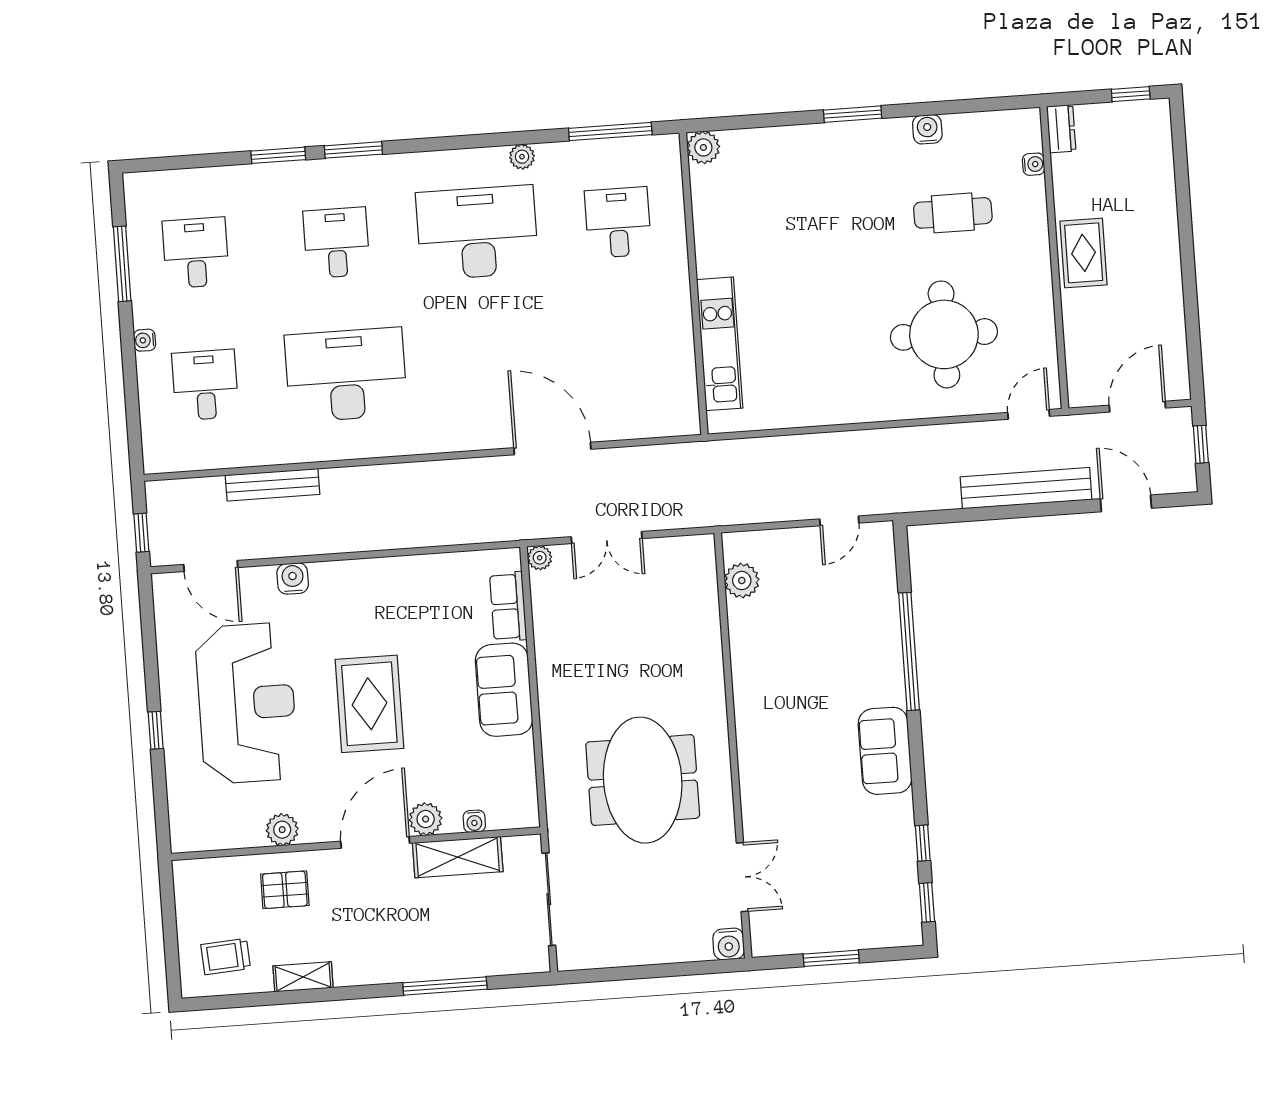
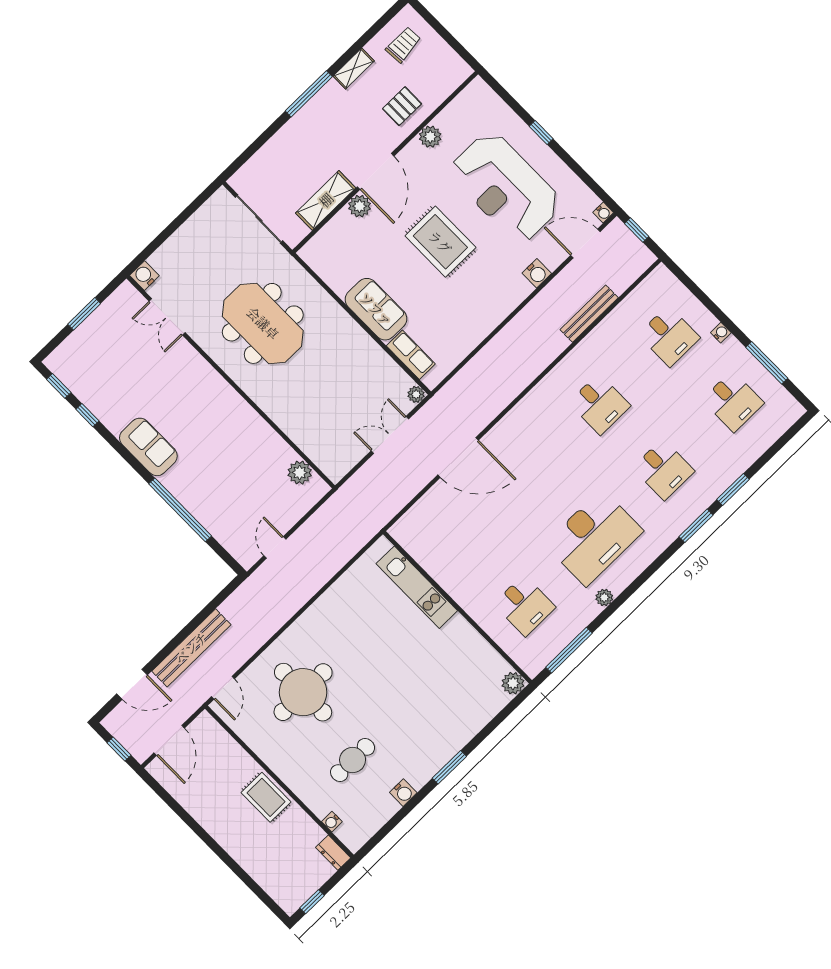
desk: (346, 375) -> (599, 404), width x0.53, depth x0.77
water cooler: (474, 821) -> (603, 213), moved, turned 180
window: (445, 986) -> (309, 94), moved

